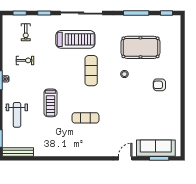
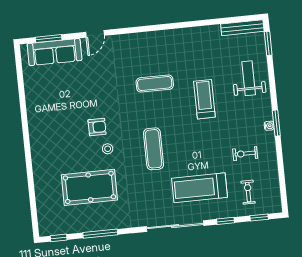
treadmill: (75, 39) -> (200, 188), moved
armchair: (159, 85) -> (97, 127), moved

